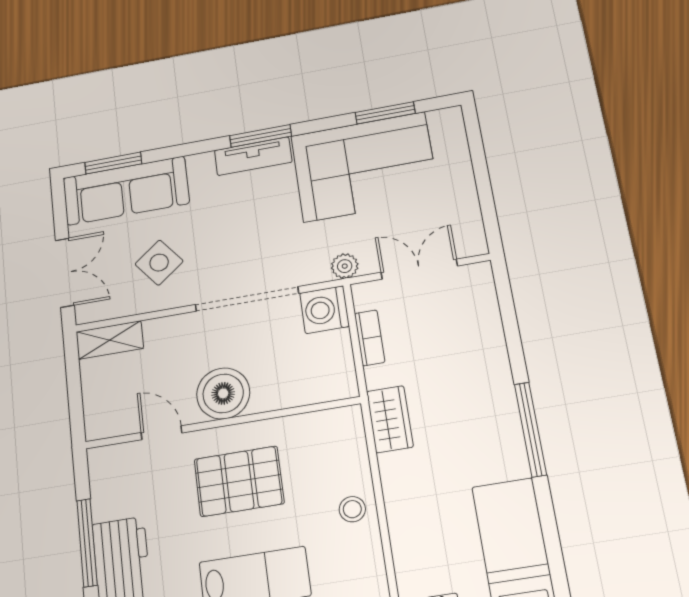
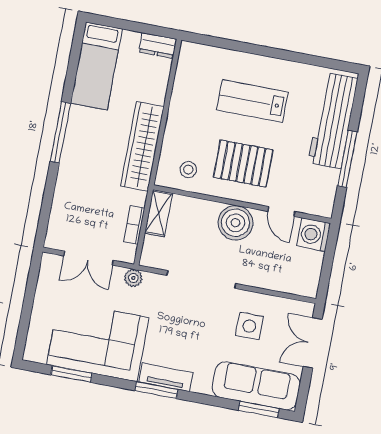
side table: (159, 263) -> (249, 326), turned 38
washing machine: (324, 310) -> (314, 235), moved, turned 180
shelving: (110, 340) -> (159, 213), moved, turned 90
wardrobe: (390, 419) -> (142, 146), width x2.10, depth x1.17
stool: (352, 509) -> (188, 170), moved

